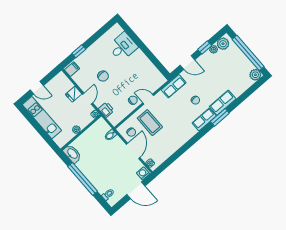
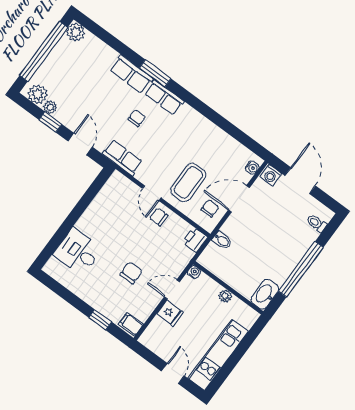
printer: (106, 110) -> (195, 240), moved

